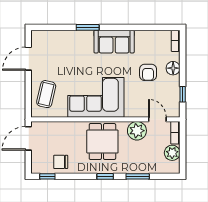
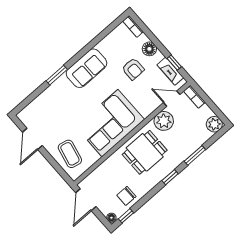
fireplace: (174, 98) -> (170, 71), added
dining table: (102, 142) -> (145, 152), turned 90
plant: (172, 153) -> (214, 124), moved
floor lamp: (35, 168) -> (111, 218), added

